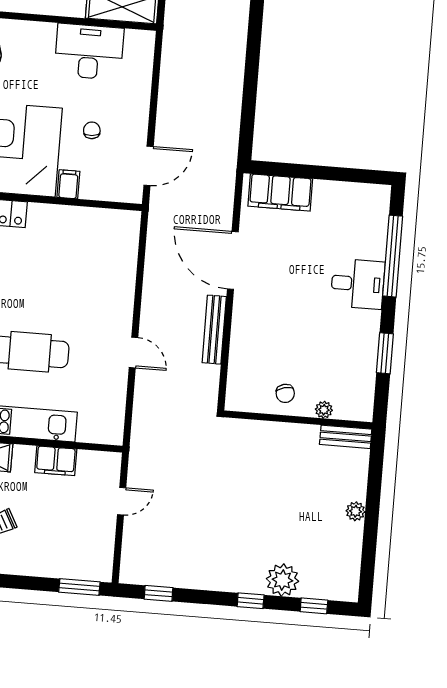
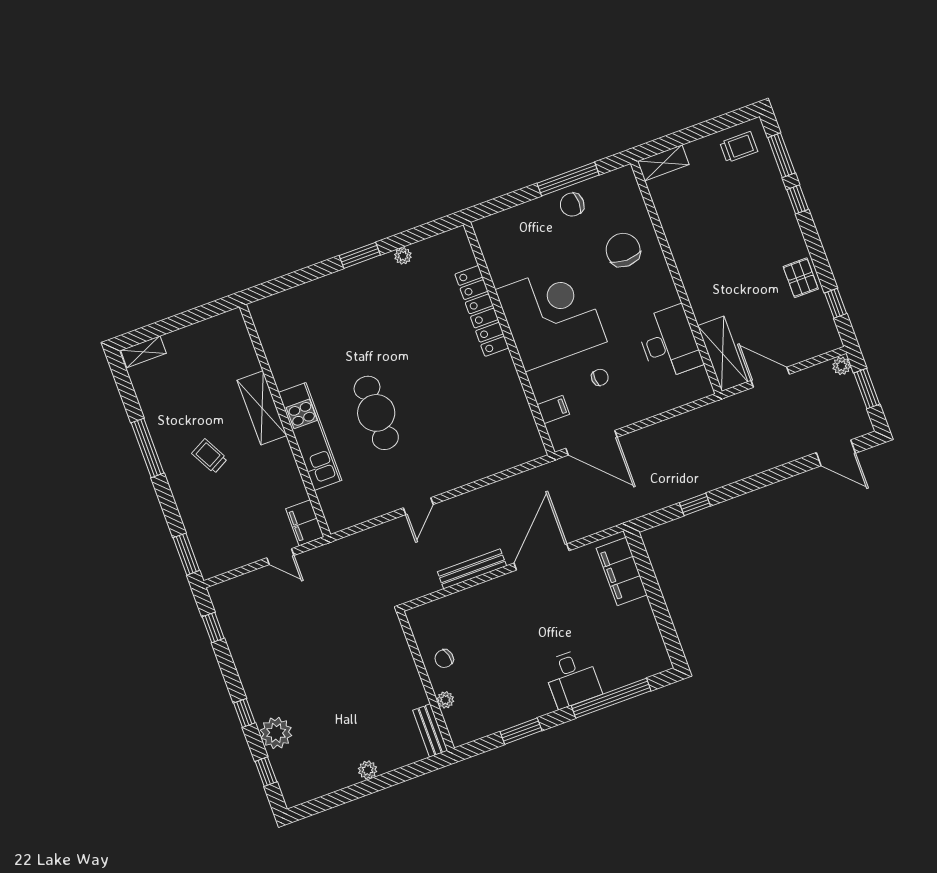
window: (249, 96) -> (695, 504), added
door: (149, 166) -> (591, 443), width x1.36
filing cabinet: (68, 184) -> (553, 410), moved
filing cabinet: (56, 461) -> (305, 523), moved

